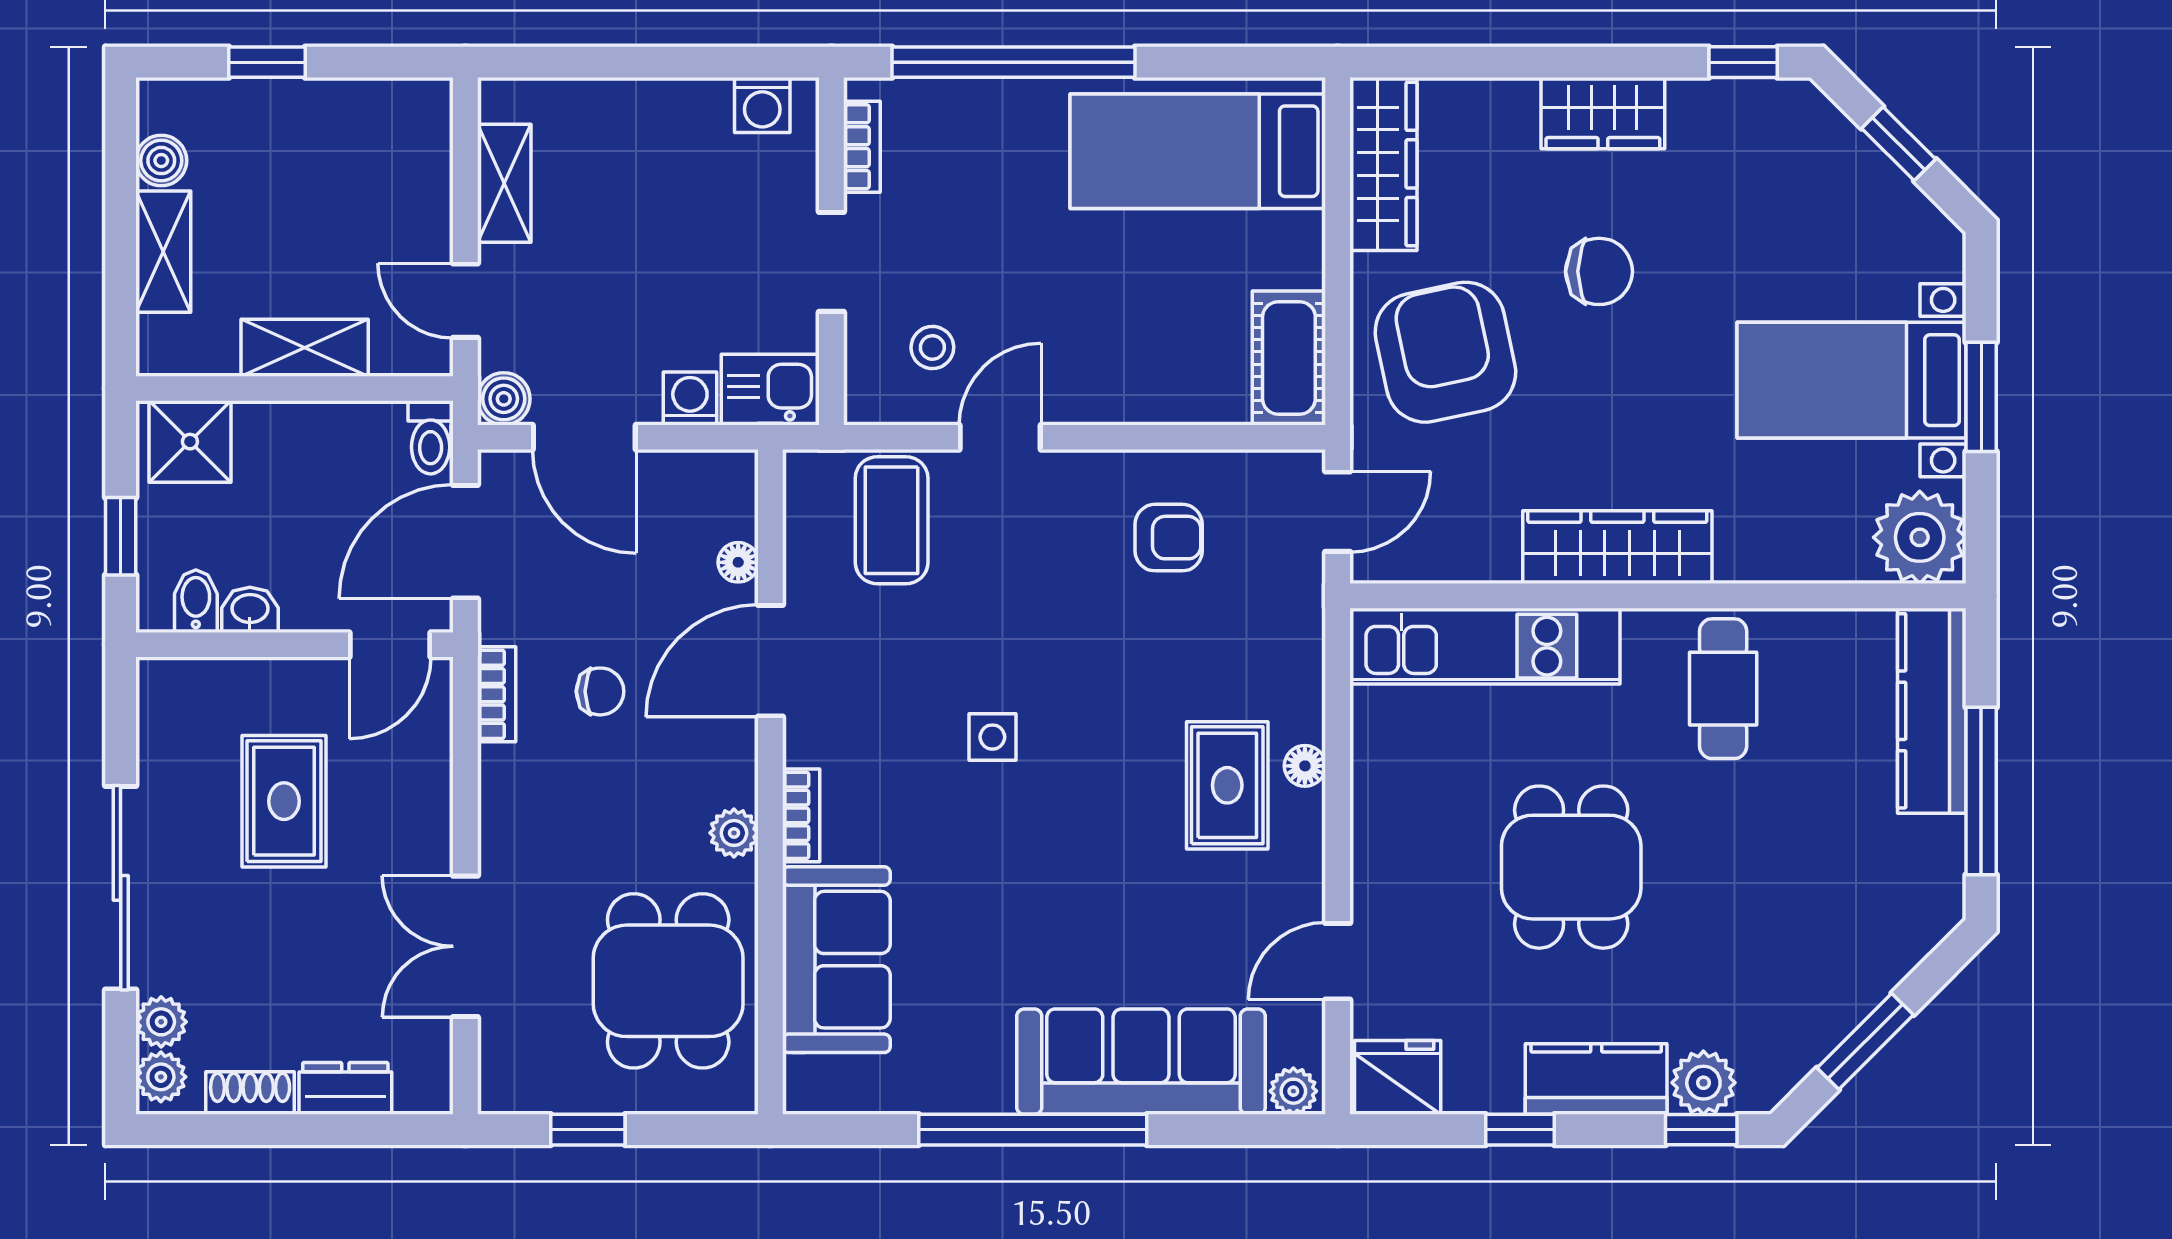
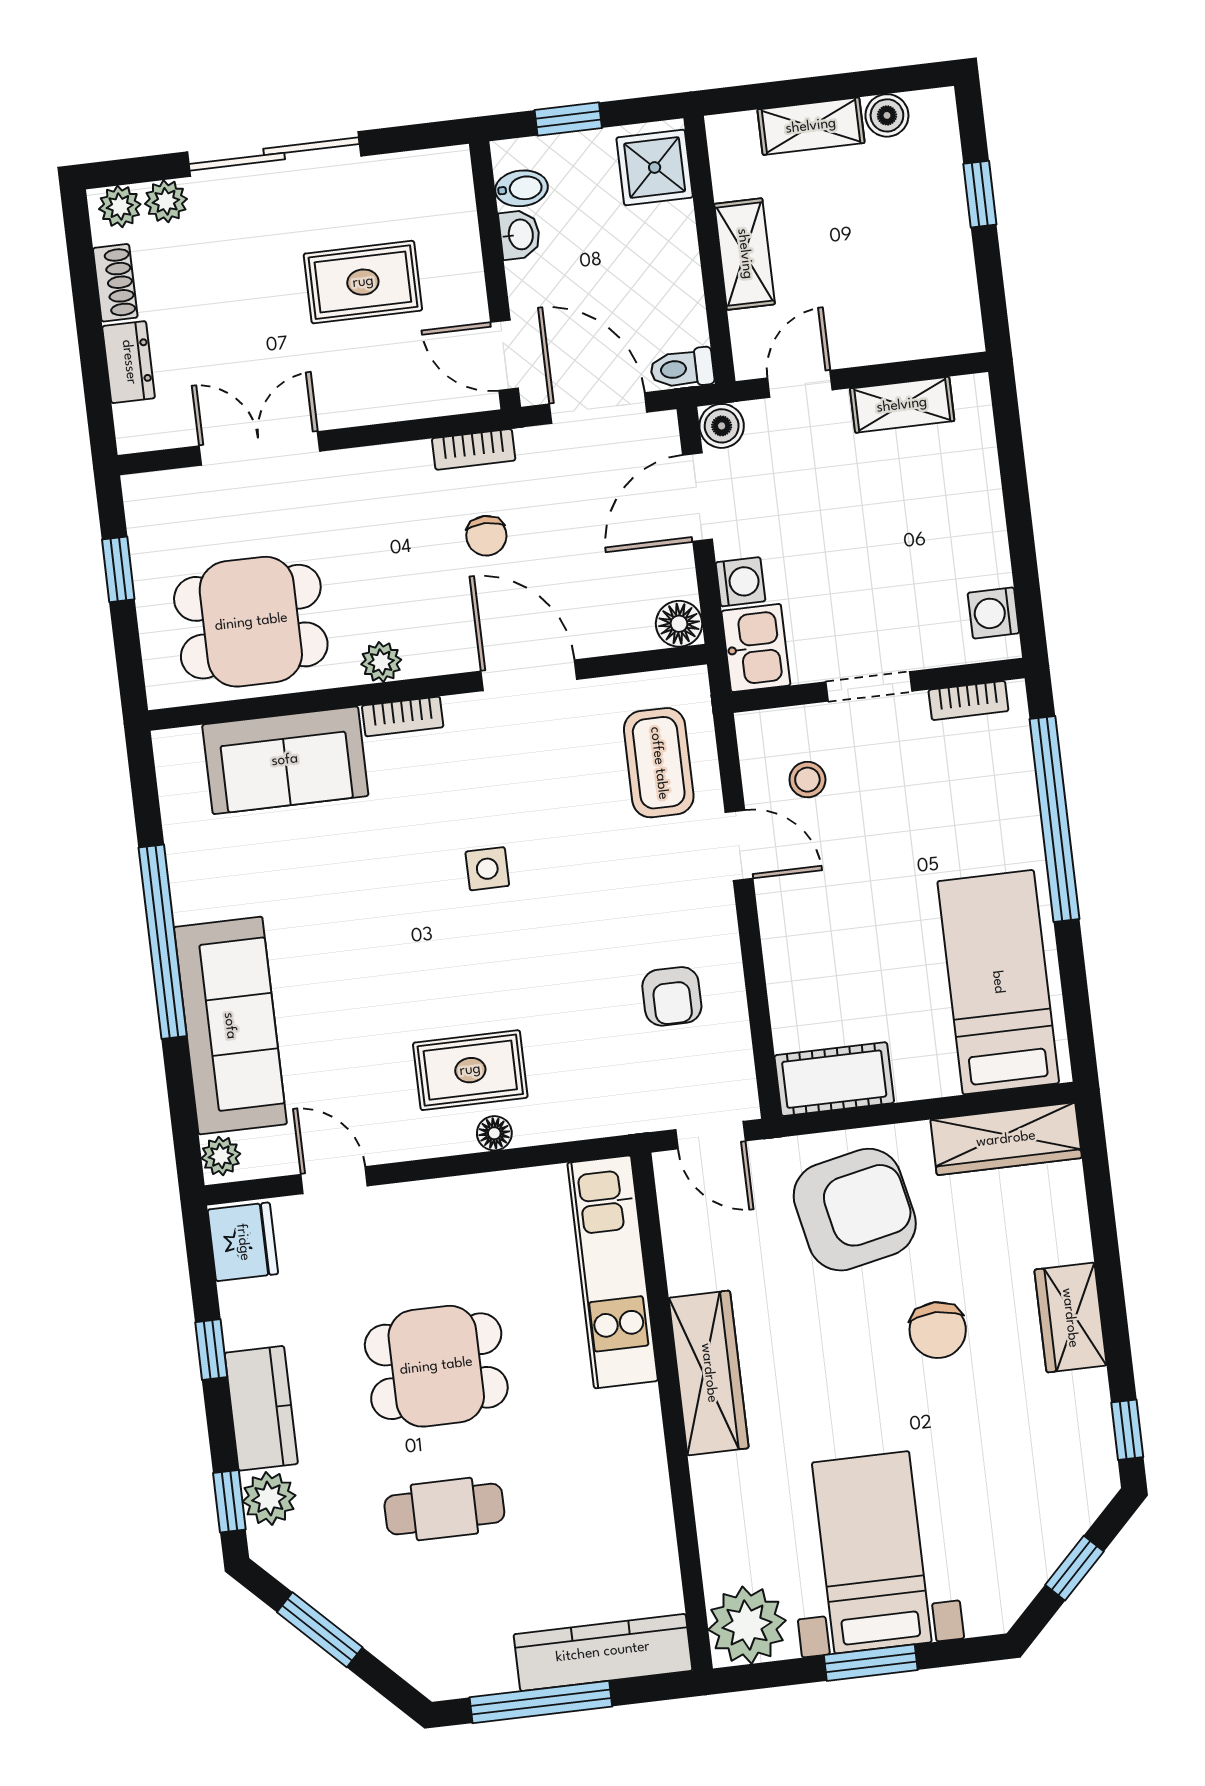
coffee table: (892, 520) -> (659, 763), turned 90
floor lamp: (738, 562) -> (679, 624), moved, width x1.37, depth x1.37
cafe table: (1723, 689) -> (444, 1509), moved

